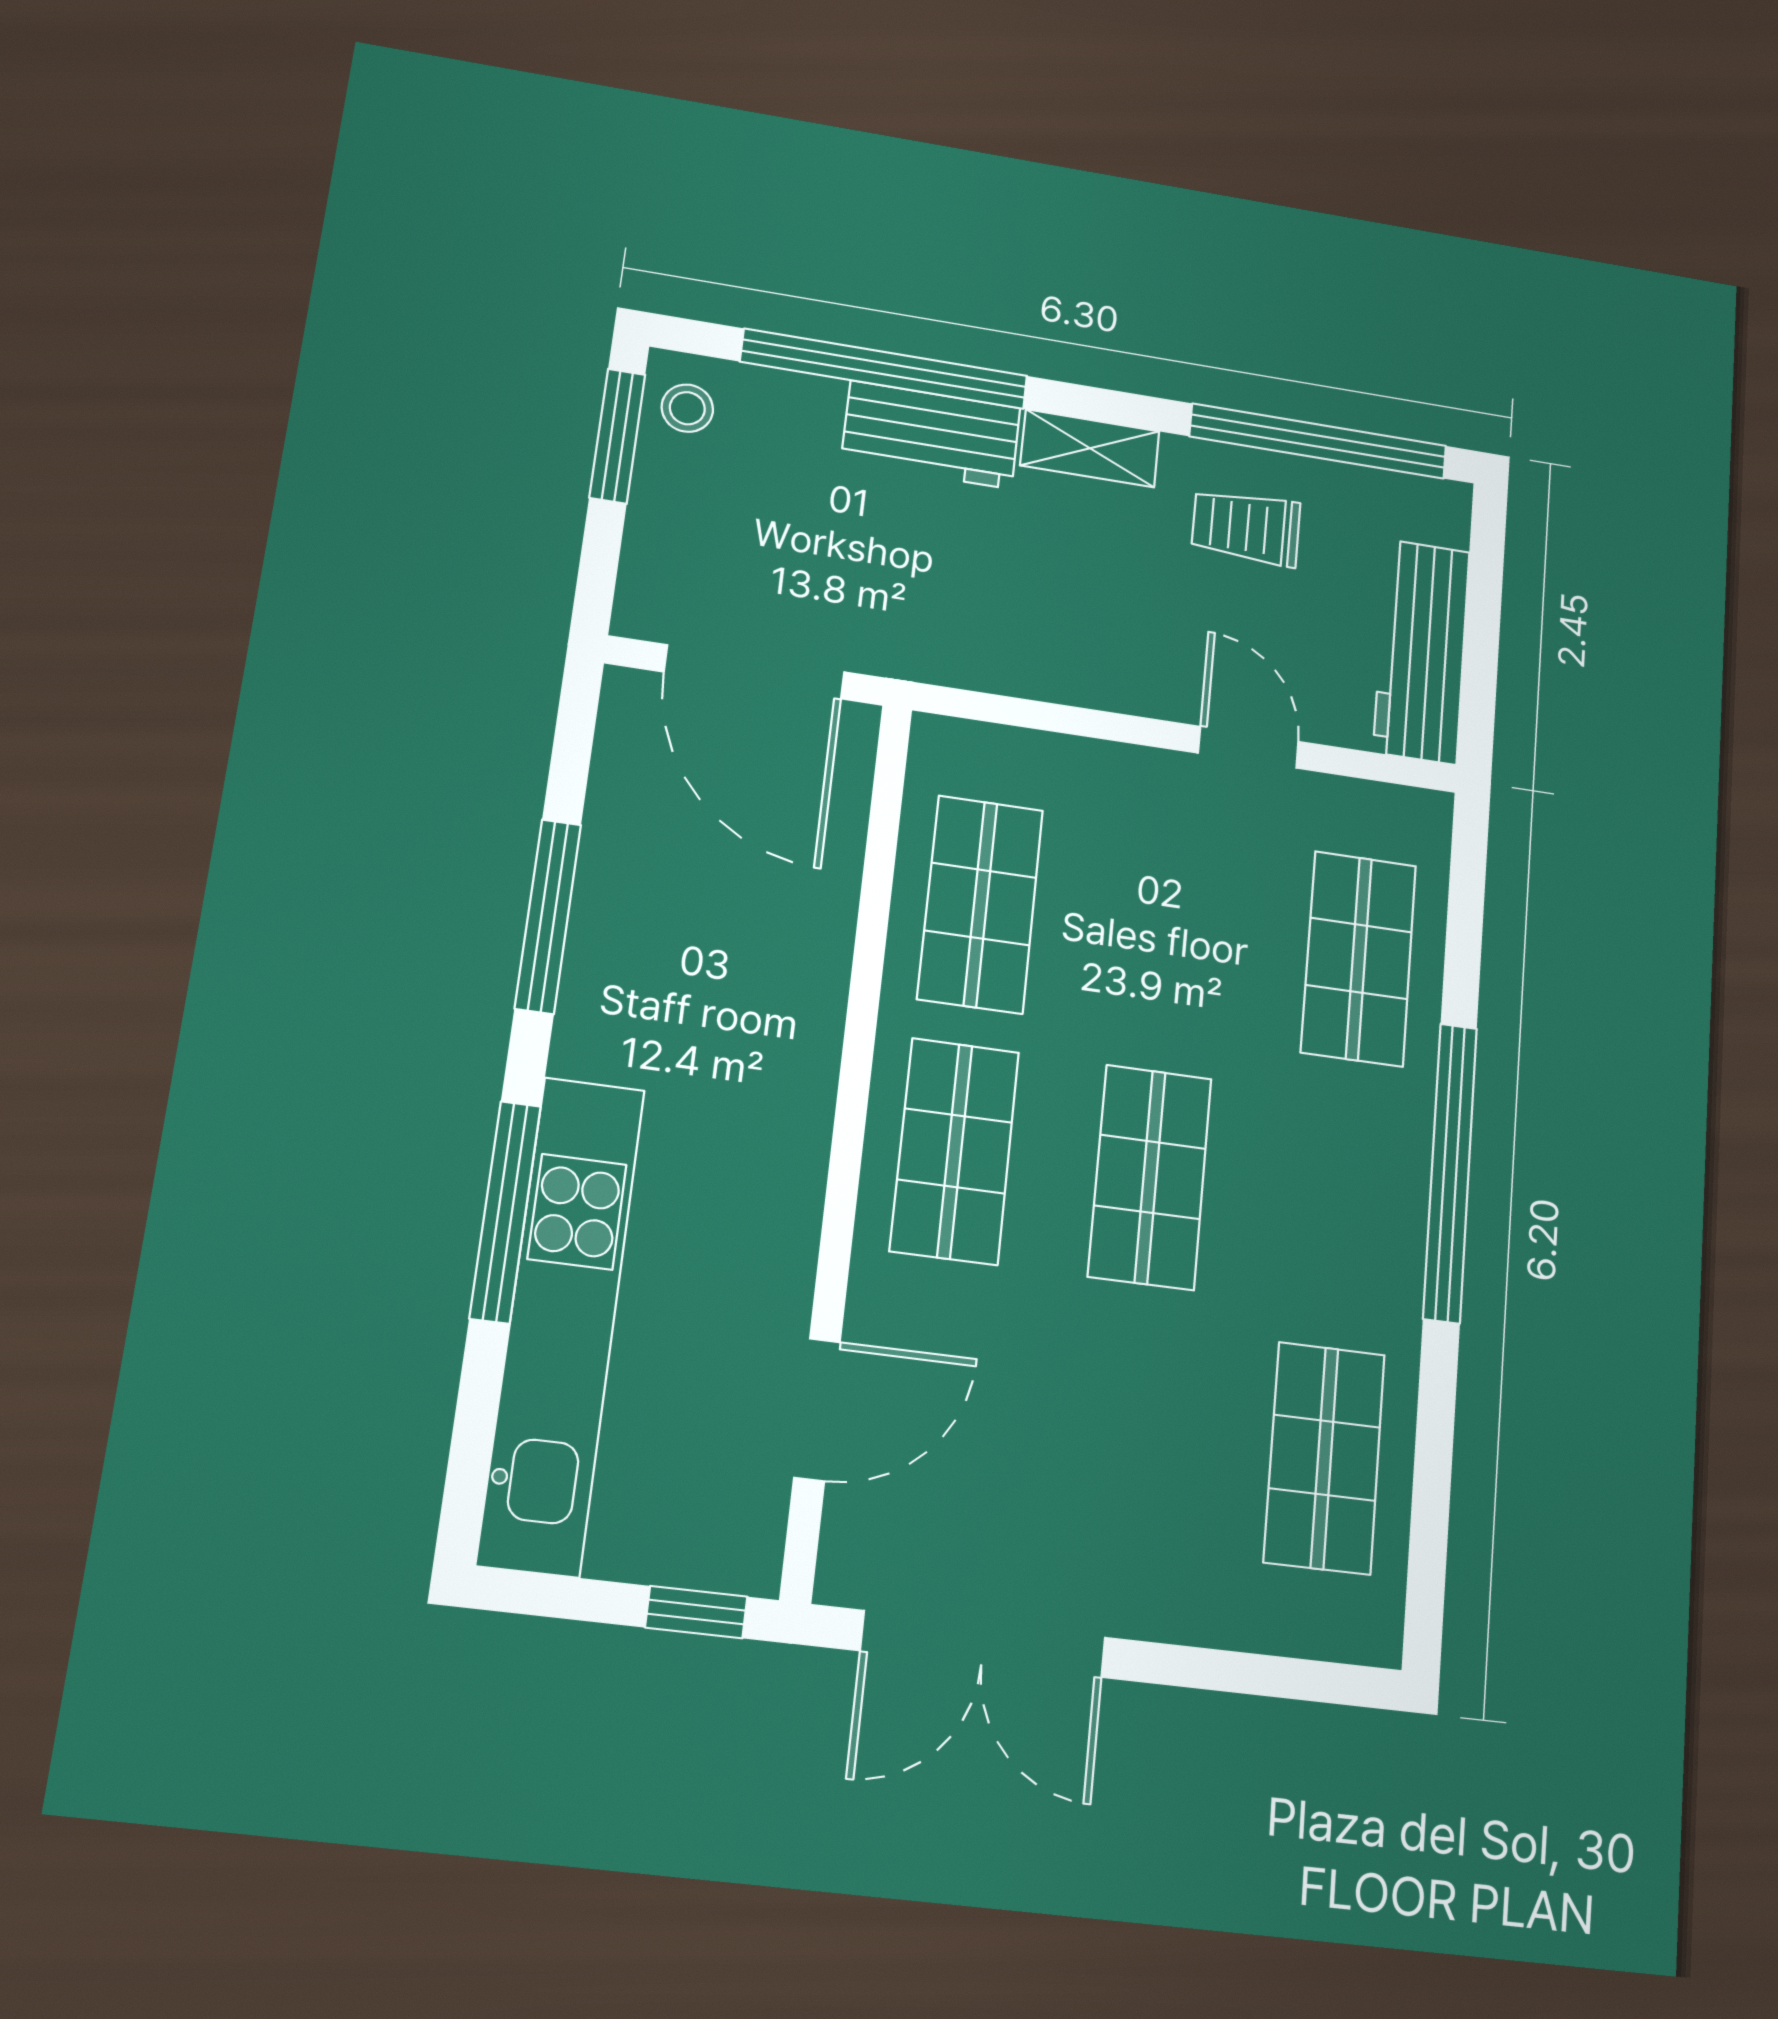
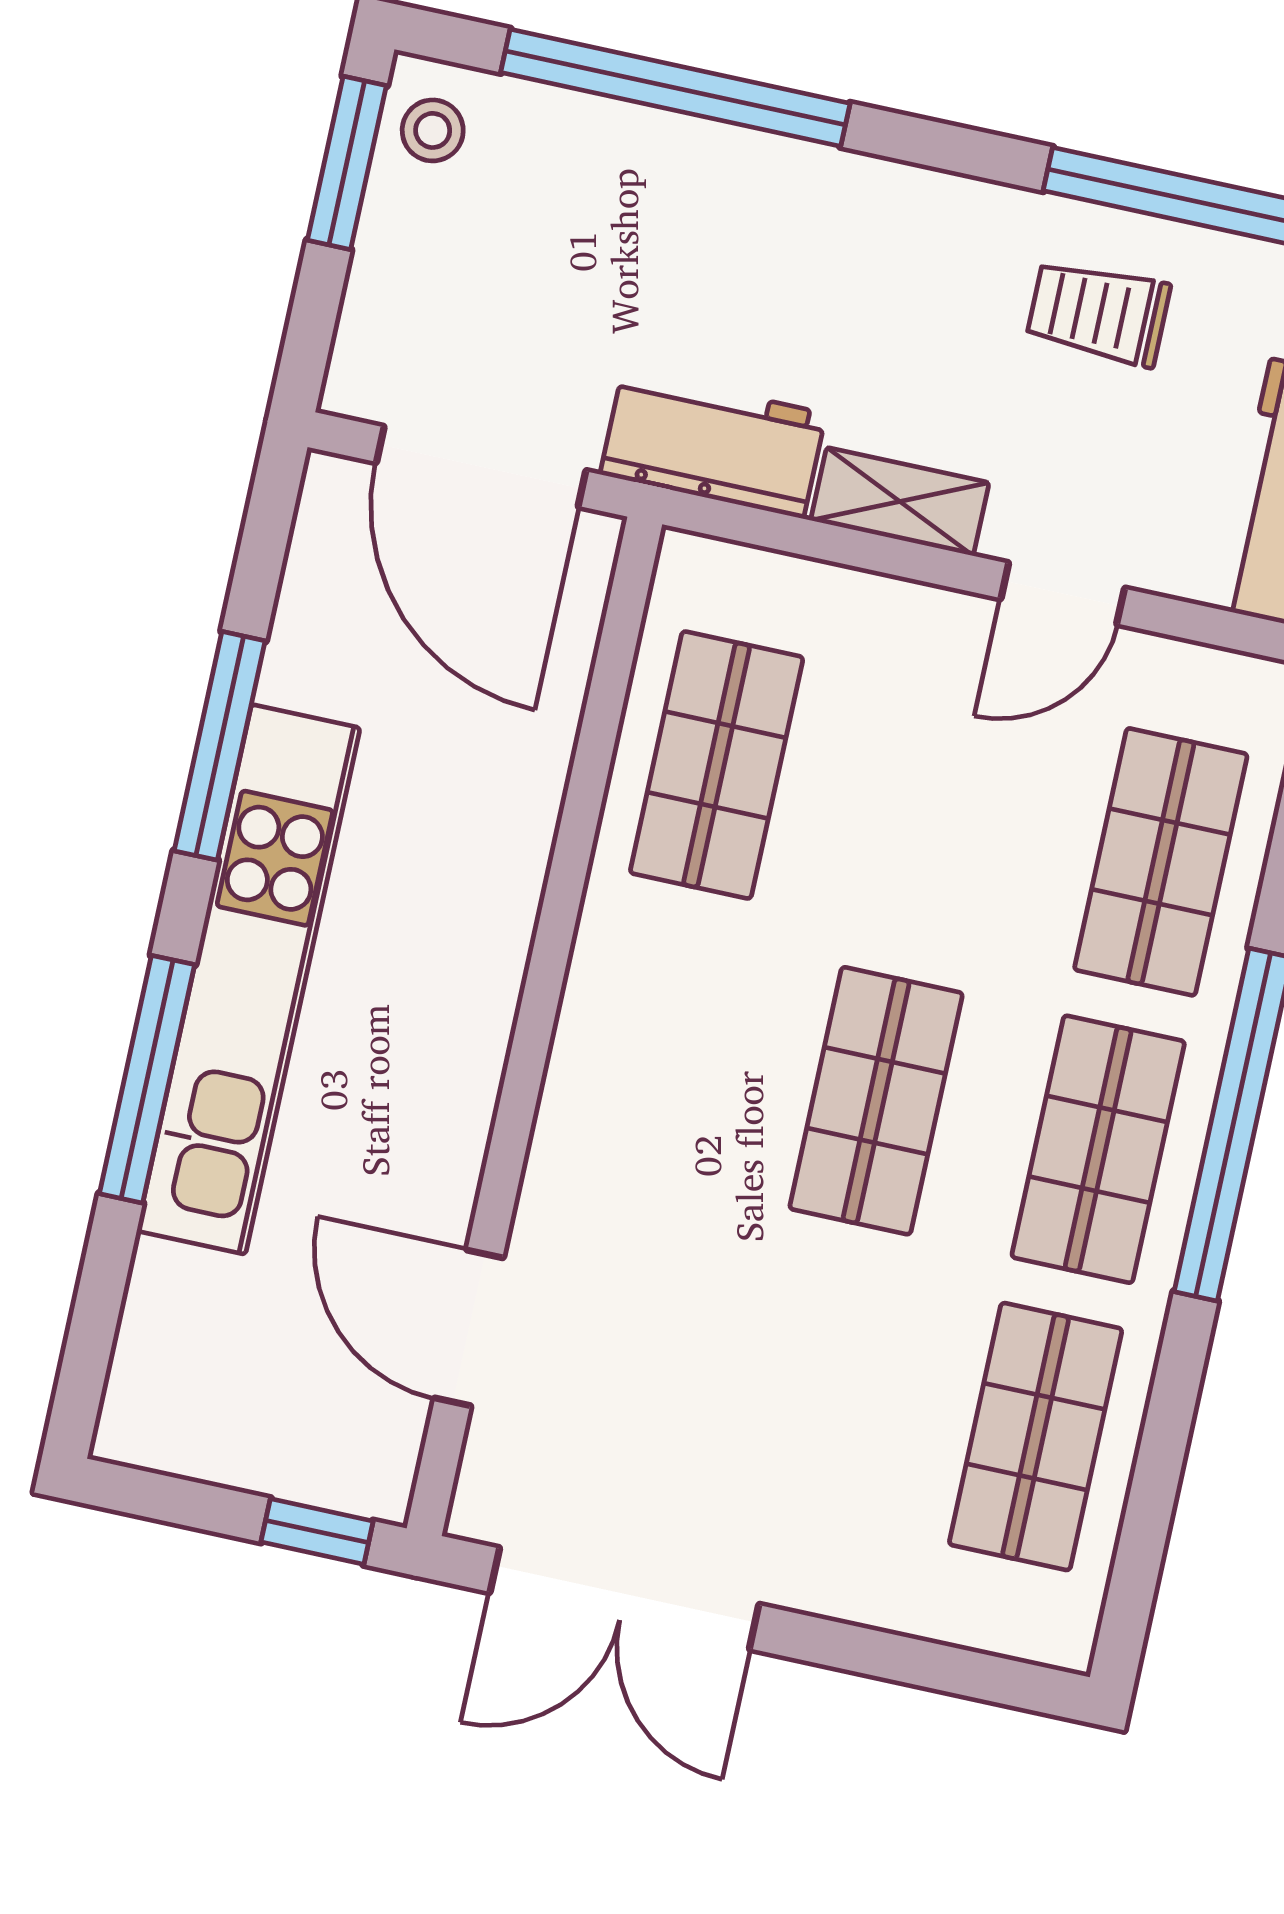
workbench: (931, 435) -> (713, 444), moved, turned 180
shelving: (1090, 448) -> (900, 501), moved
door: (1248, 747) -> (1063, 593), swing flipped
shop shelf: (955, 1151) -> (1098, 1149), moved
kitchen unit: (562, 1323) -> (248, 979), moved
door: (817, 1410) -> (469, 1328), swing flipped

